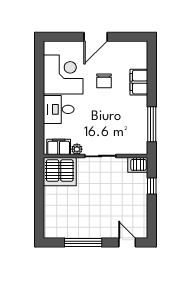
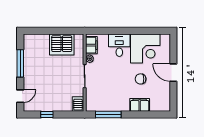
server rack: (60, 172) -> (62, 44), moved, turned -90
window: (152, 186) -> (47, 114), moved

